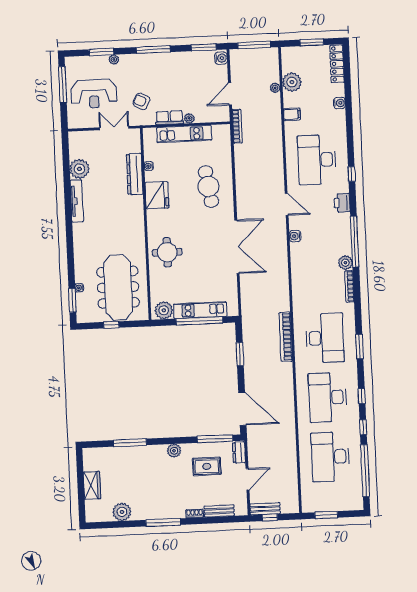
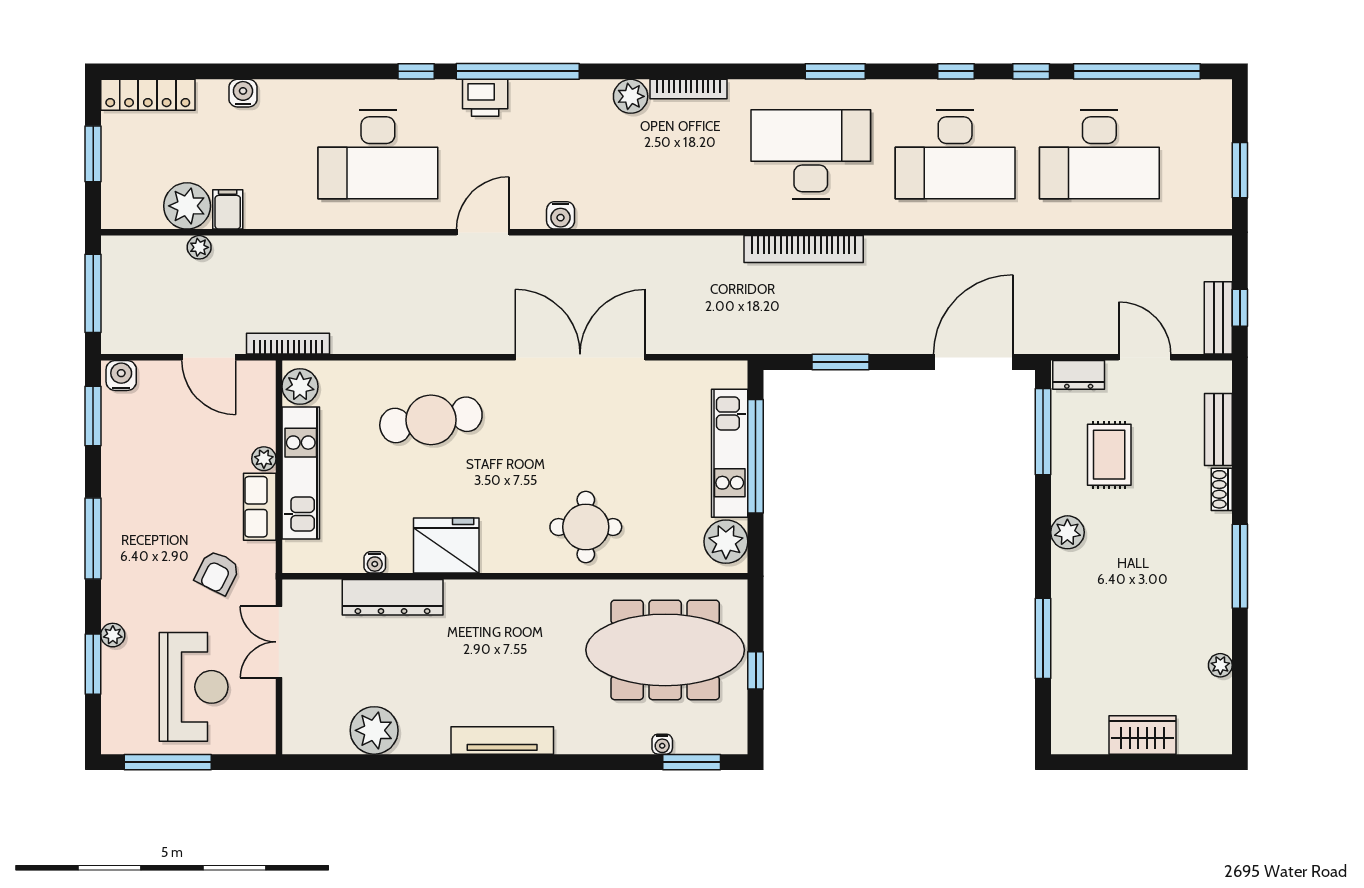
filing cabinet: (292, 114) -> (228, 209), moved
plant: (220, 132) -> (300, 387), added
tv unit: (77, 201) -> (502, 740), moved
window: (355, 242) -> (518, 71), moved
plant: (122, 512) -> (1220, 665), width x0.53, depth x0.53

